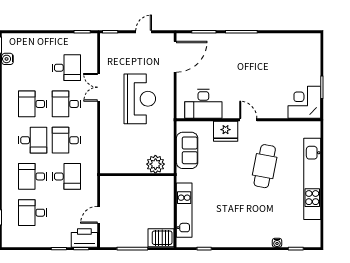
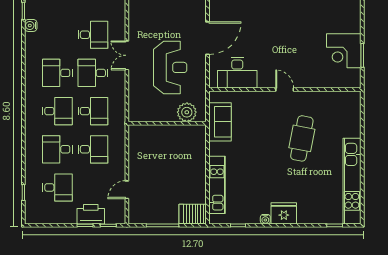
door: (175, 57) -> (208, 38), moved
corner desk: (304, 102) -> (344, 51), moved, turned -90
fridge: (226, 131) -> (284, 213), moved, turned 180
desk: (66, 140) -> (93, 111), turned 180
plant: (155, 164) -> (187, 112), moved
wall: (137, 175) -> (167, 123), moved
kitchen unit: (312, 179) -> (352, 181), moved
desk: (33, 213) -> (57, 187), turned 180
printer: (84, 238) -> (91, 214), moved
water cooler: (277, 243) -> (265, 219), moved

